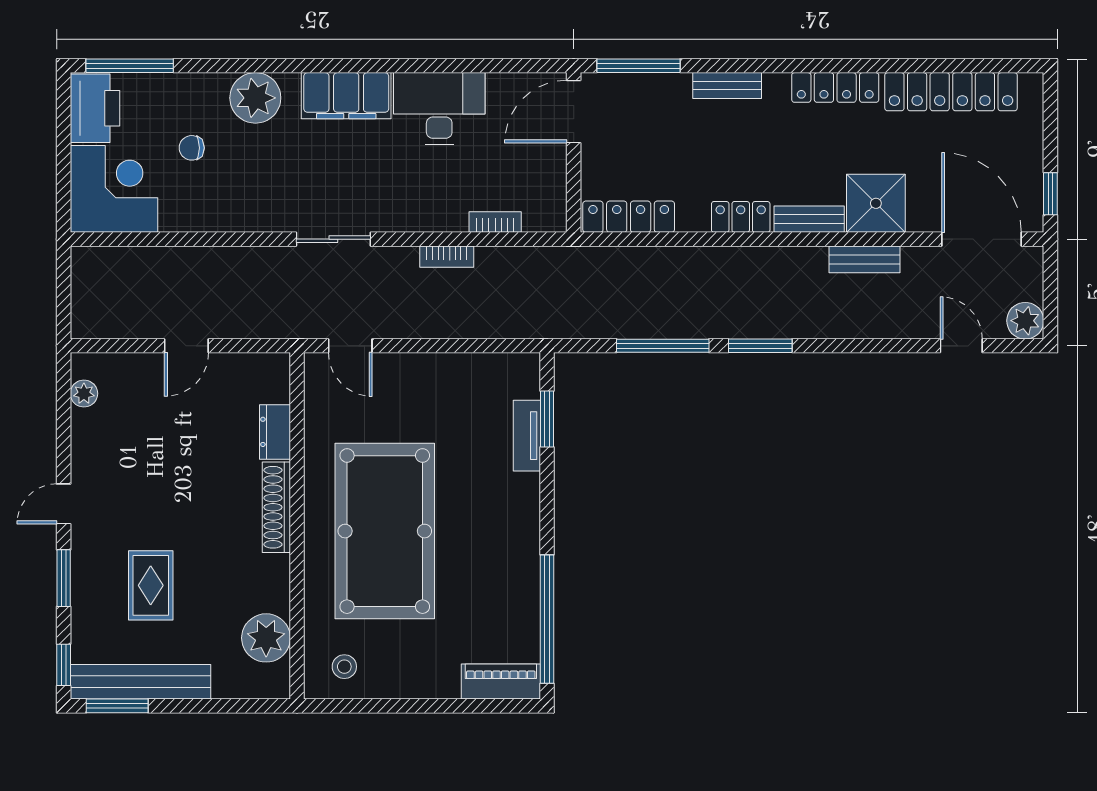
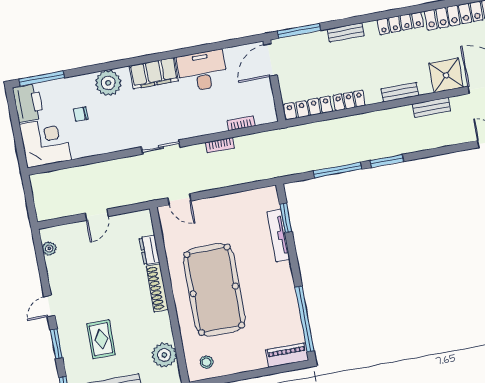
shower: (876, 203) -> (446, 75), moved
locker: (741, 217) -> (349, 101), moved
tv unit: (527, 436) -> (279, 236), width x1.41

